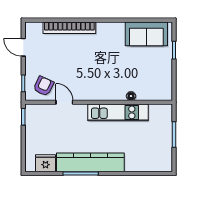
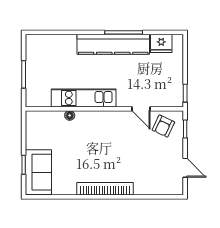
bookcase: (69, 28) -> (105, 189), moved
sofa: (146, 34) -> (38, 172), moved, turned 90

